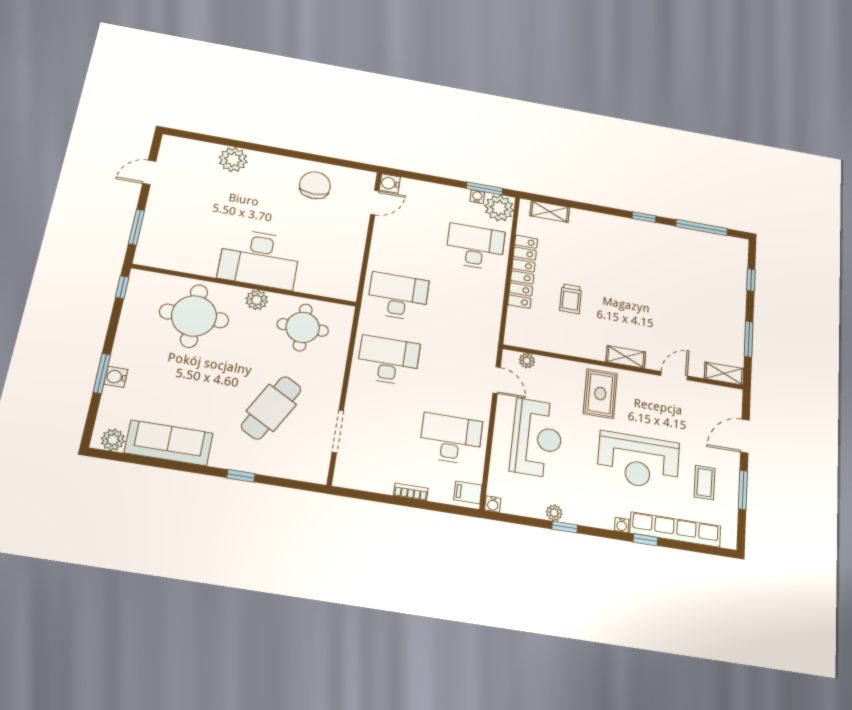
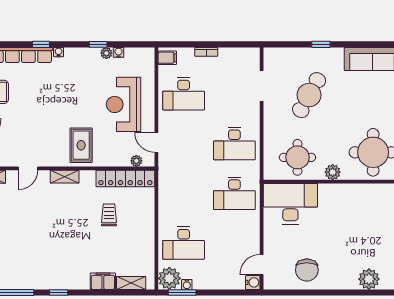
filing cabinet: (586, 220) -> (103, 281), added
desk: (259, 259) -> (290, 204), moved
locker: (523, 271) -> (125, 178), moved, turned -90
reception desk: (638, 461) -> (50, 100), removed
water cooler: (493, 504) -> (118, 52), moved

